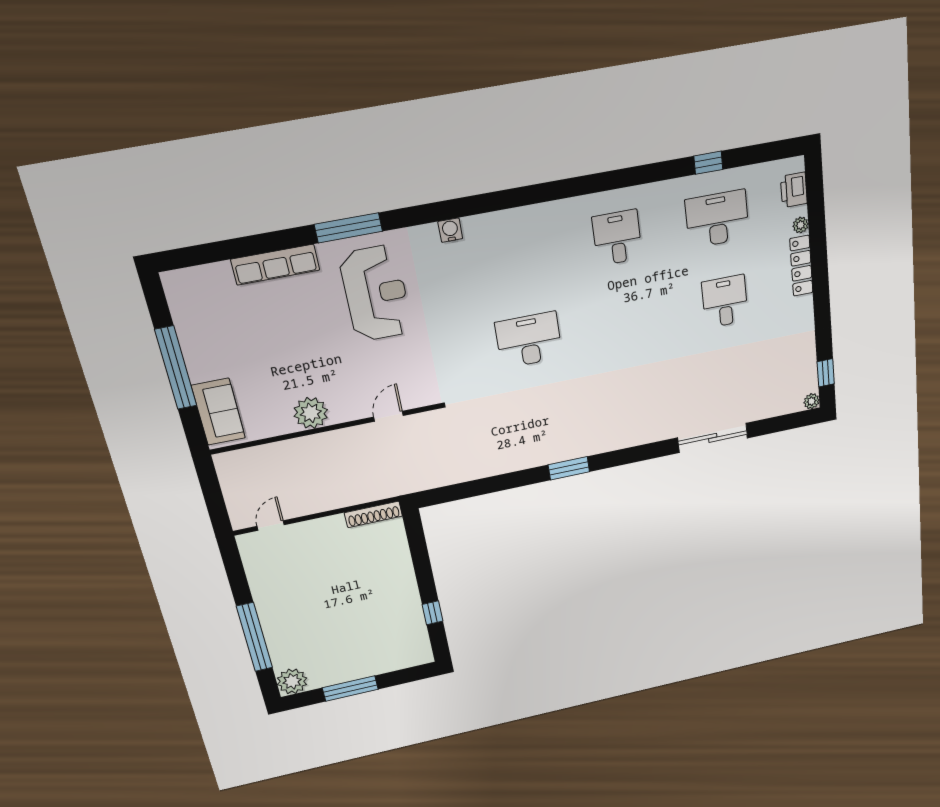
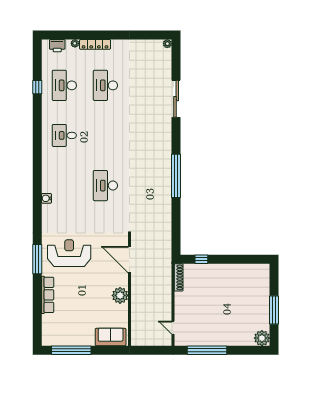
water cooler: (450, 230) -> (47, 198), moved
desk: (725, 301) -> (105, 85), width x1.37
window: (176, 368) -> (71, 350), moved
window: (826, 373) -> (153, 35), removed
door: (388, 416) -> (129, 260), width x1.87
window: (569, 468) -> (176, 176), width x2.11
window: (433, 613) -> (201, 259), moved
window: (254, 637) -> (207, 350), moved

